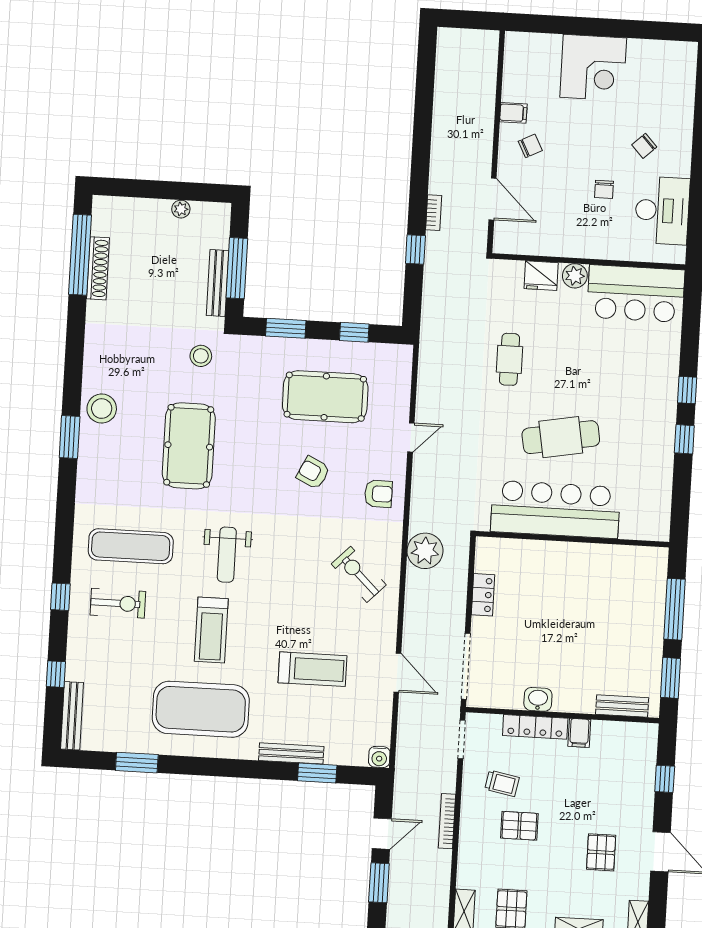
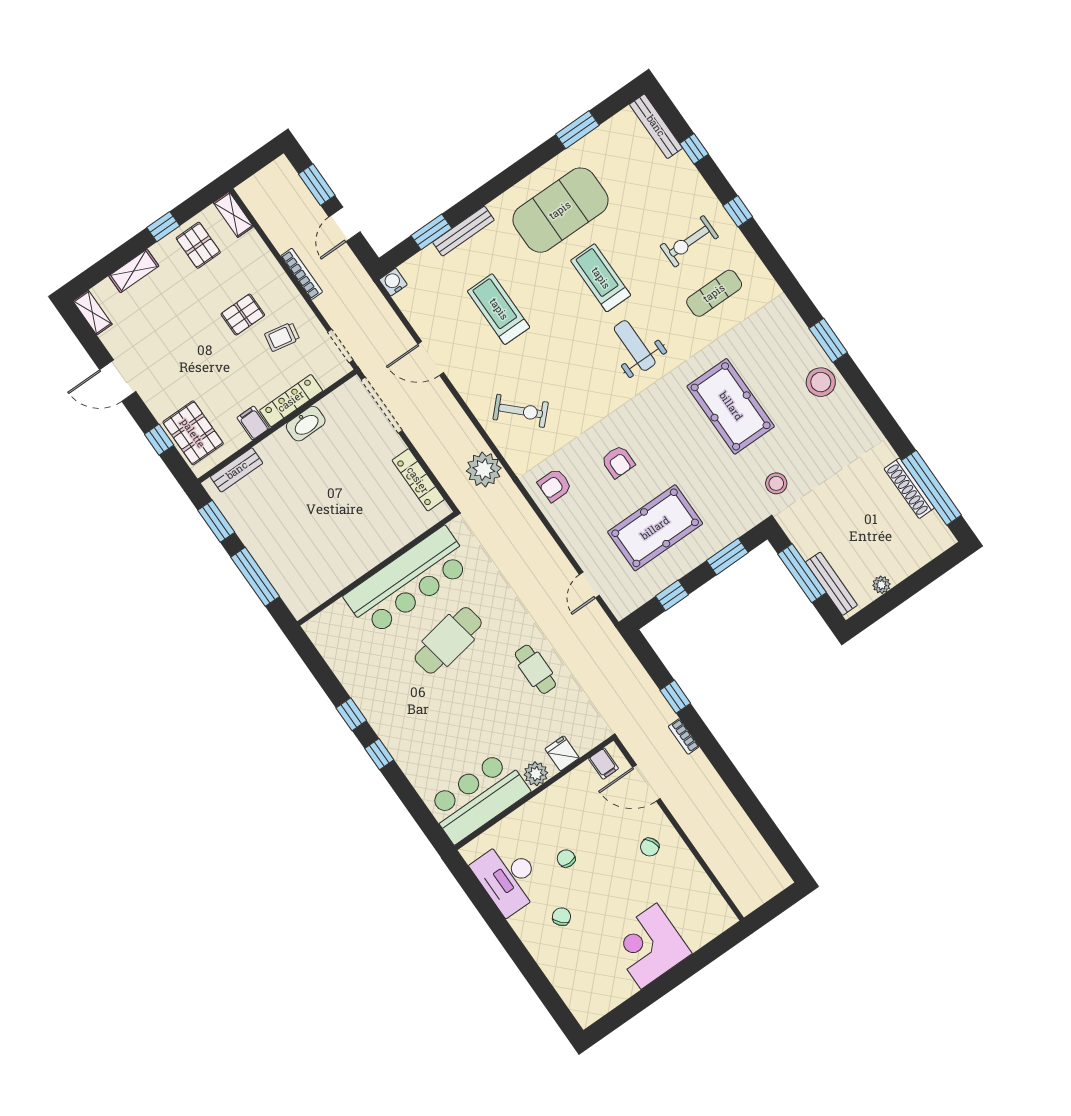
filing cabinet: (513, 113) -> (604, 764), moved, turned -90
fridge: (541, 276) -> (562, 753), width x0.72
bench: (218, 283) -> (831, 584), moved
door: (411, 437) -> (589, 585), moved
armchair: (313, 473) -> (618, 462), turned 64
exercise mat: (131, 546) -> (714, 293), width x0.73, depth x0.69
locker: (483, 595) -> (418, 480), width x1.53
treadmill: (312, 669) -> (499, 309), turned 90
washbasin: (538, 699) -> (306, 424), width x1.38
pallet: (601, 852) -> (193, 433), moved, width x1.50, depth x1.42

